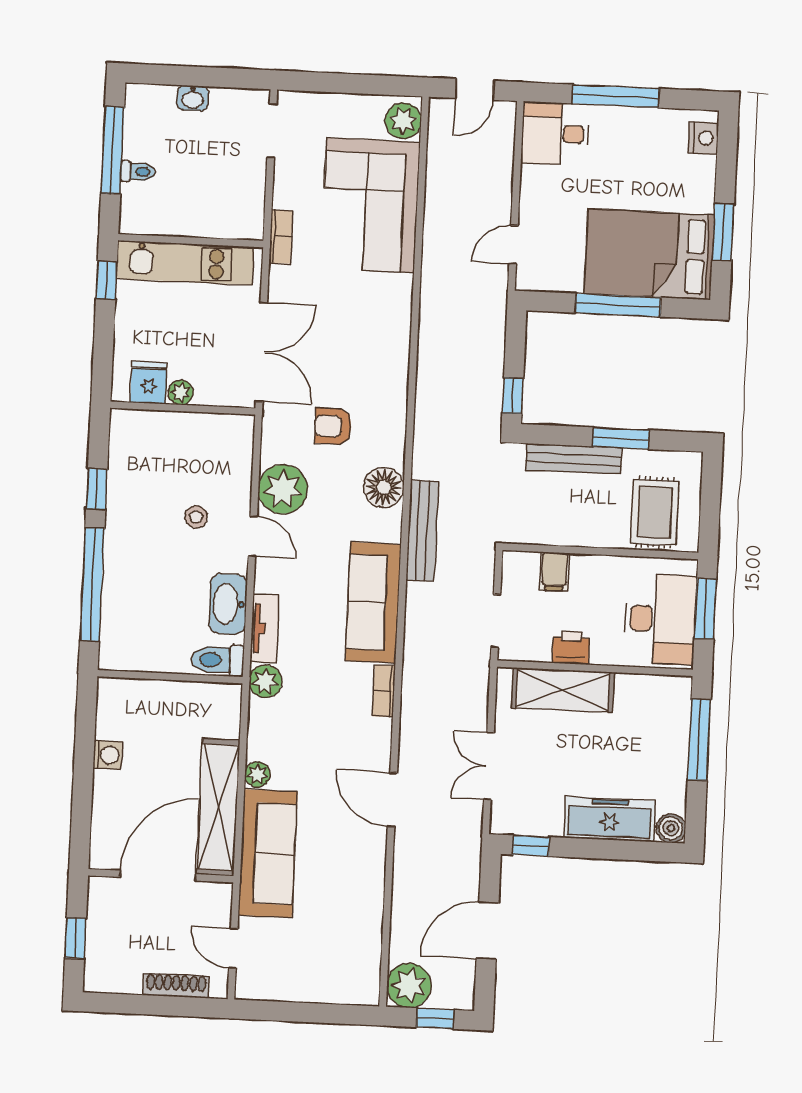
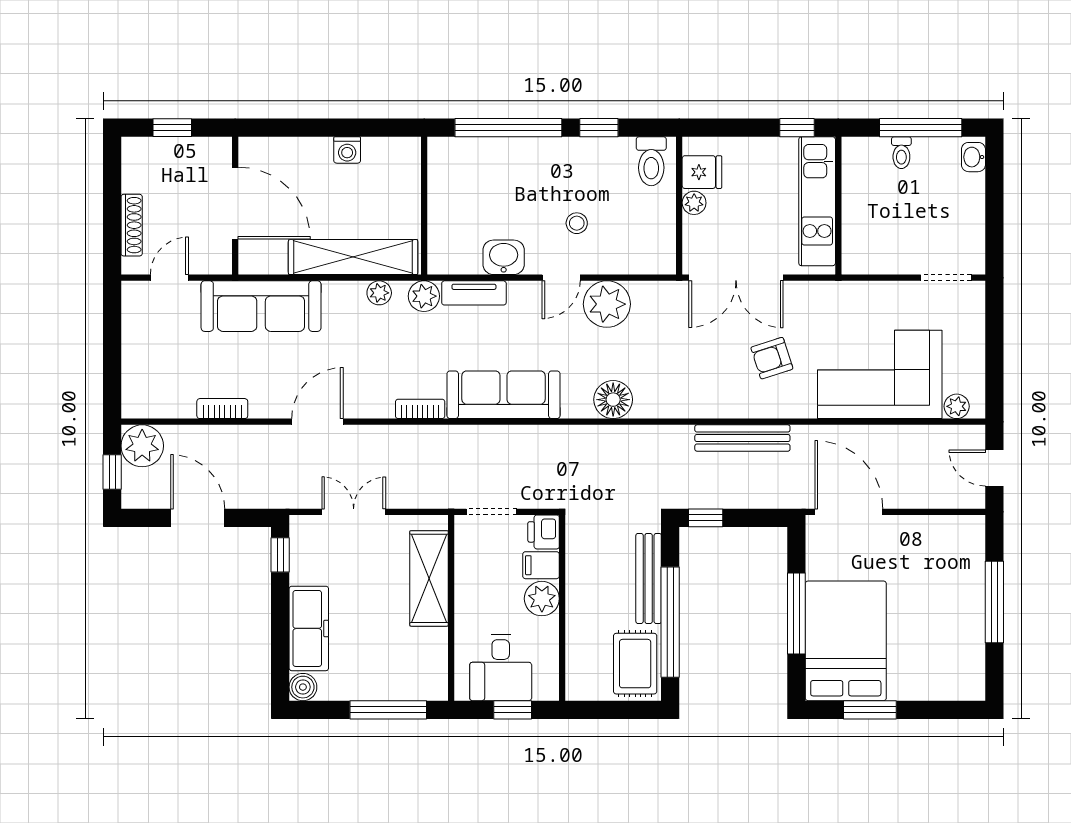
washbasin: (193, 98) -> (973, 157), moved
plant: (403, 121) -> (957, 406), width x0.73, depth x0.73
desk: (555, 134) -> (956, 546), removed
nightstand: (703, 138) -> (958, 687), removed
bookcase: (281, 237) -> (222, 409), moved, turned 180
door: (513, 245) -> (849, 512), width x1.87
armchair: (333, 426) -> (772, 358), moved, turned -108
window: (621, 438) -> (670, 622), width x2.11
rug: (655, 512) -> (635, 664), moved, turned 90
bench: (422, 531) -> (742, 438), moved
plant: (590, 572) -> (542, 599), added
washbasin: (228, 604) -> (504, 257), width x0.72
window: (705, 609) -> (513, 710), width x0.67
desk: (660, 619) -> (501, 667), width x0.73
printer: (571, 647) -> (544, 532), moved, turned 180
toilet: (218, 660) -> (651, 161), moved, turned 180
plant: (257, 775) -> (379, 293), moved
shelving: (218, 807) -> (353, 257), moved

